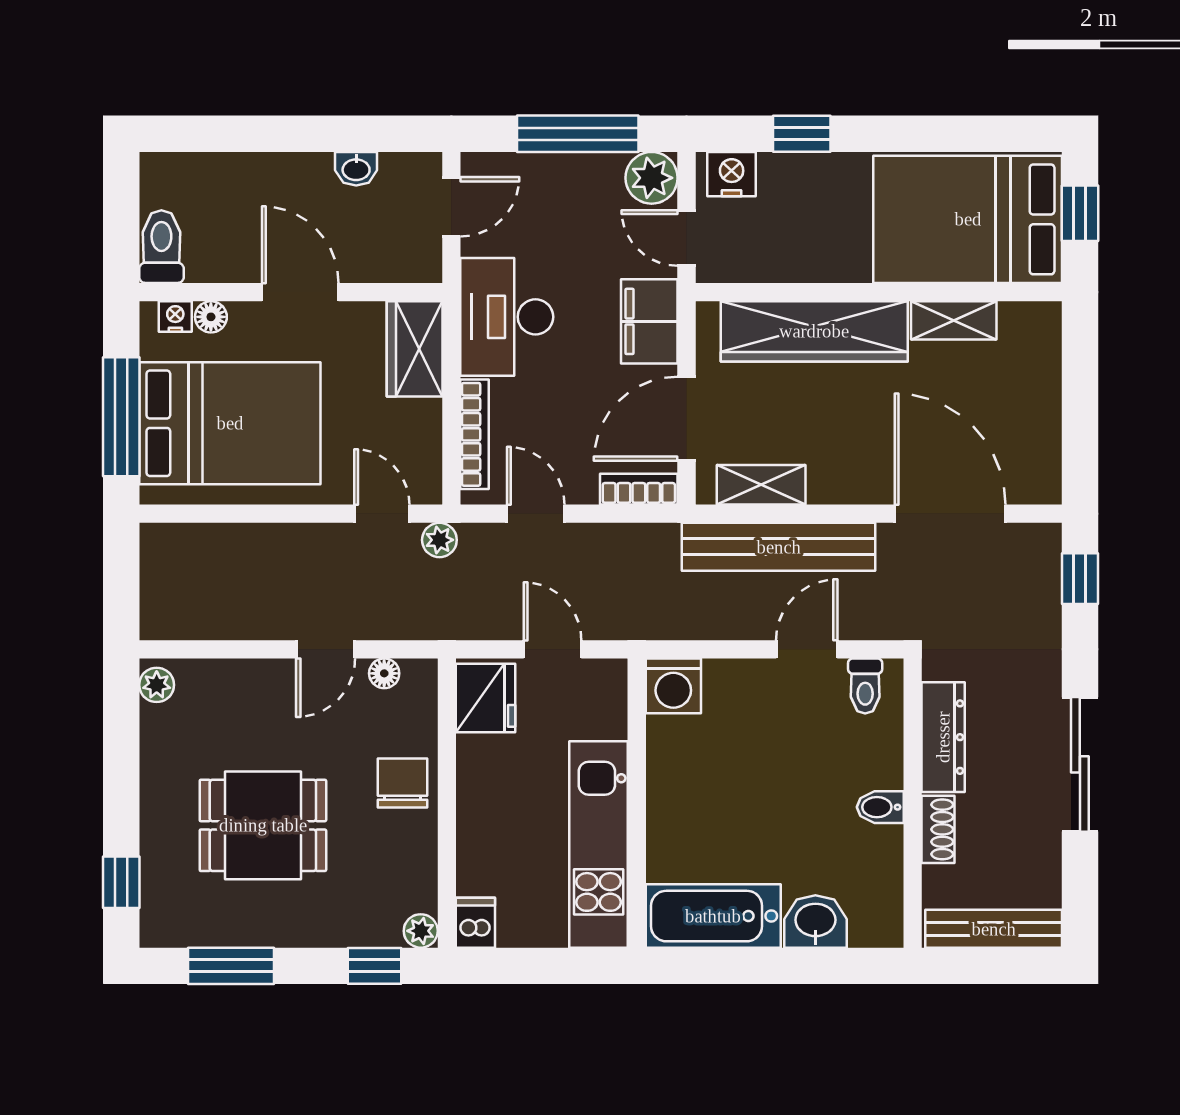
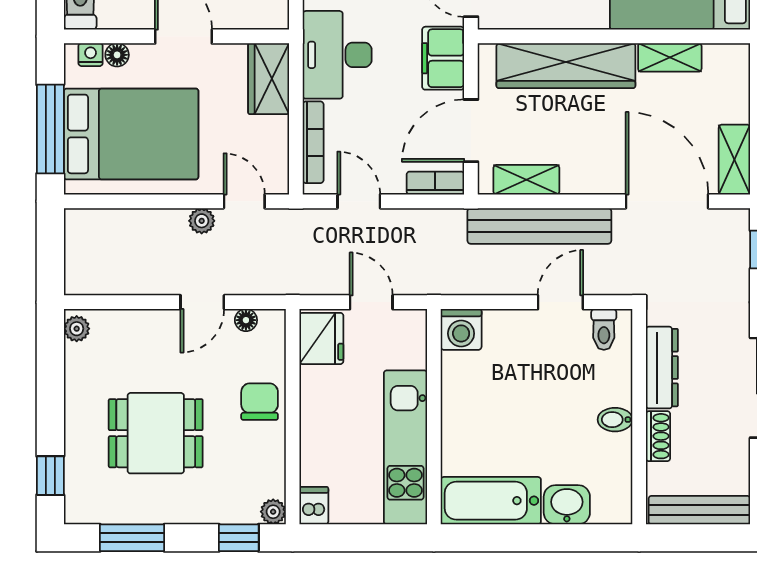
shelving: (1041, 458) -> (734, 160), added
plant: (439, 540) -> (202, 221), moved

